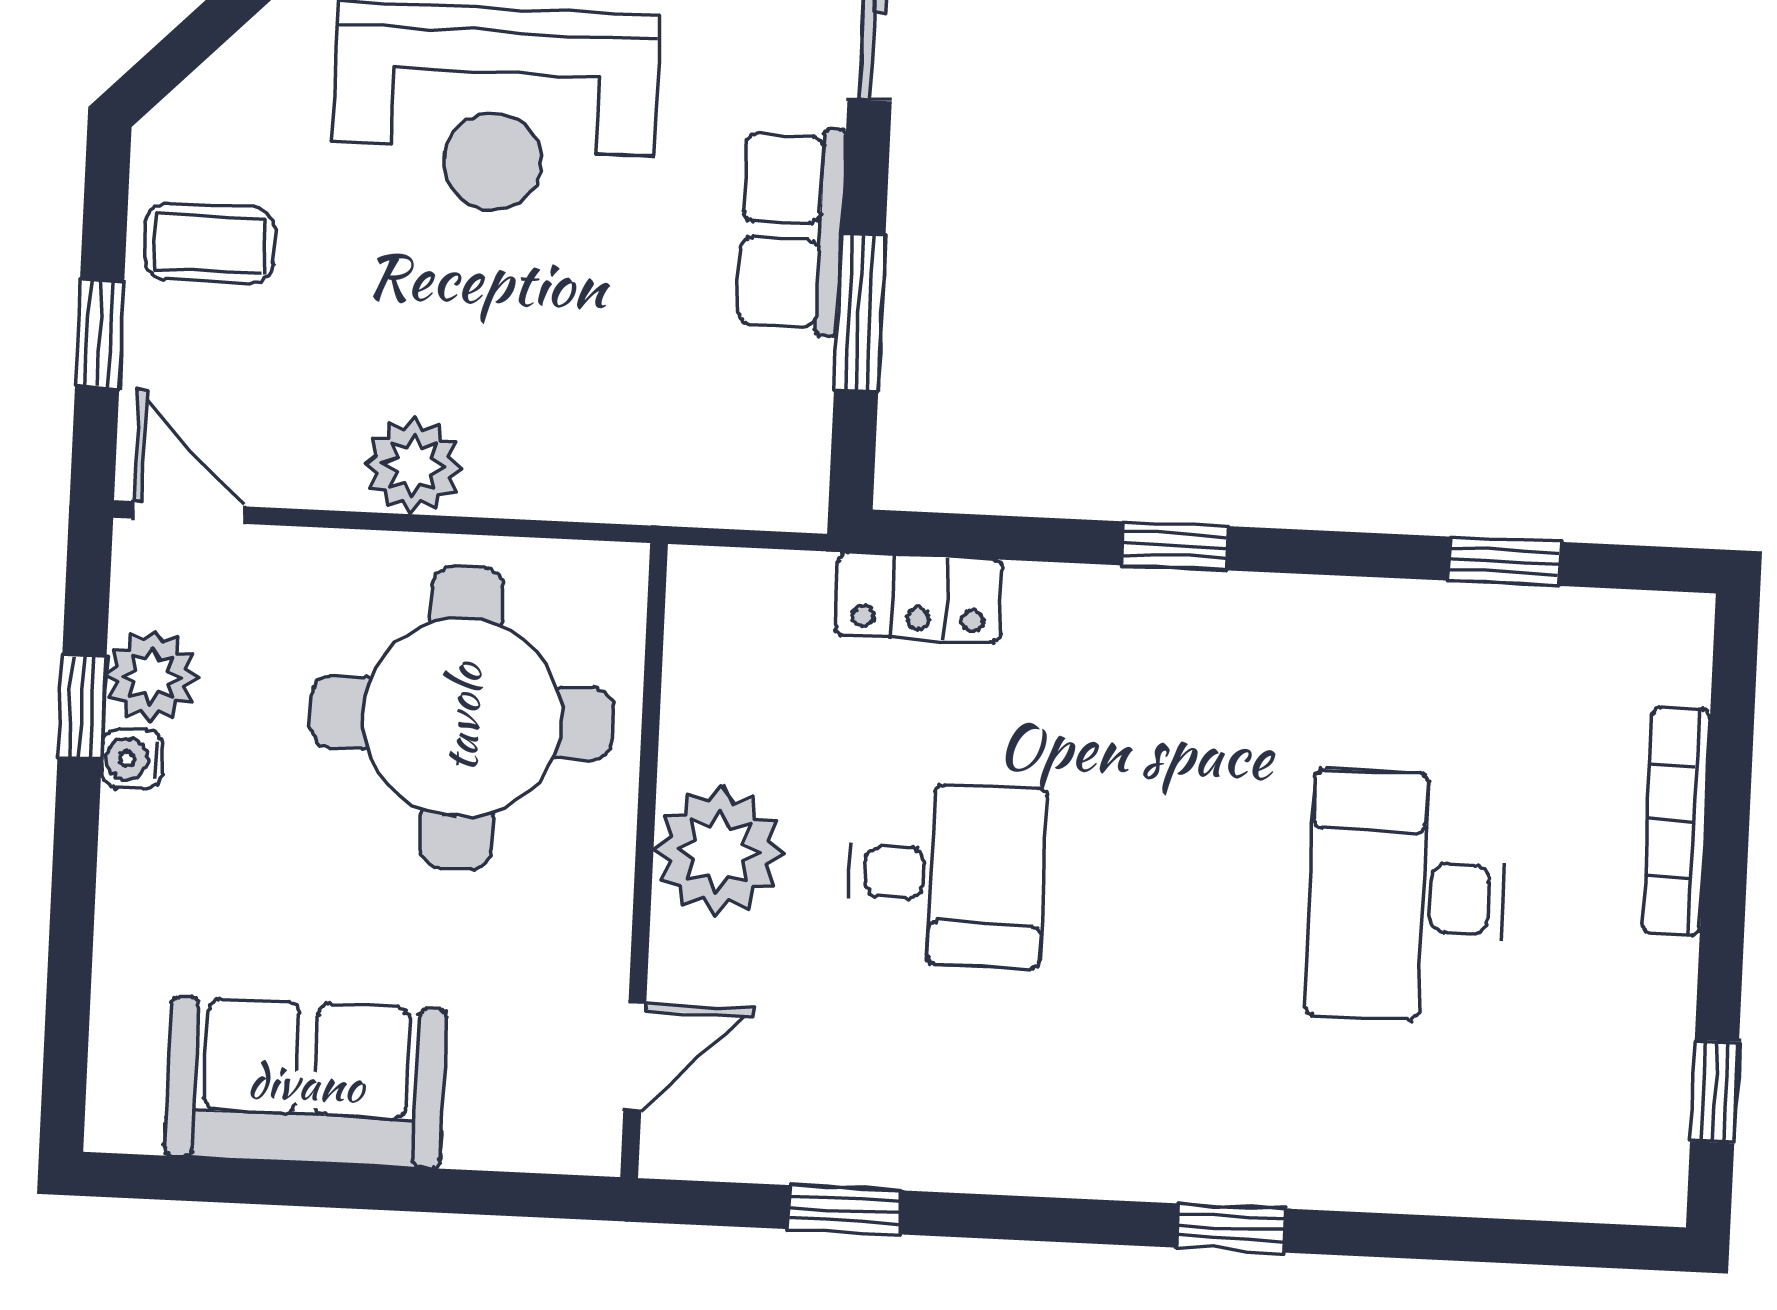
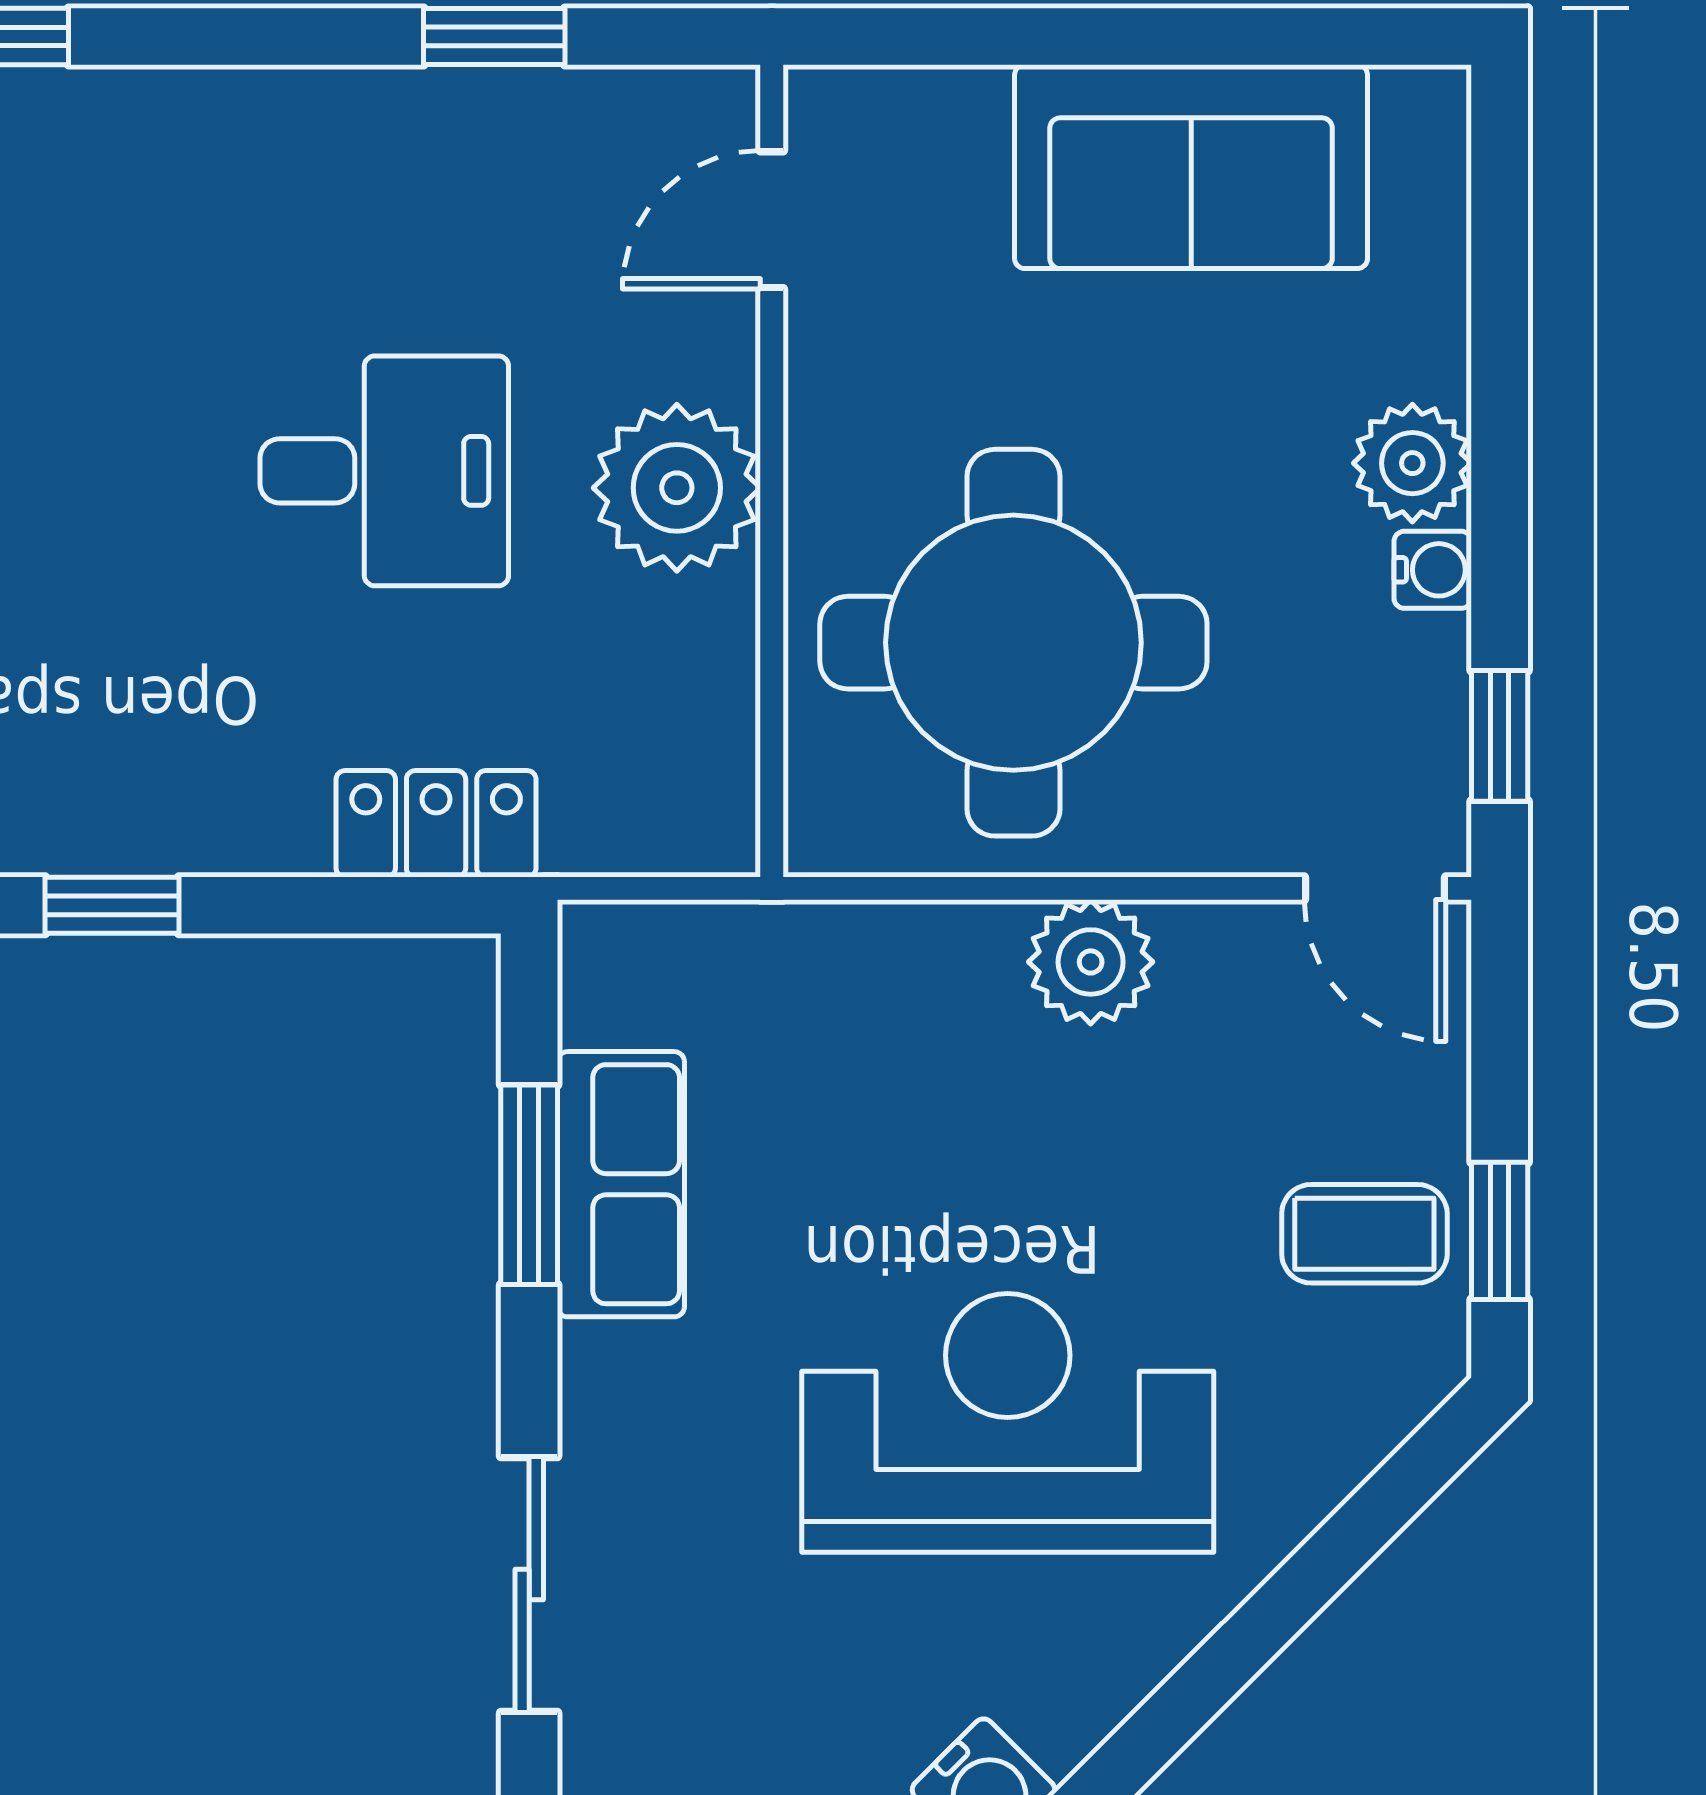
row of seats: (792, 231) -> (621, 1184), moved
window: (100, 334) -> (1500, 1231), moved
plant: (152, 676) -> (1412, 463), moved
window: (82, 707) -> (1500, 736), moved
desk: (946, 875) -> (384, 471), turned 180

